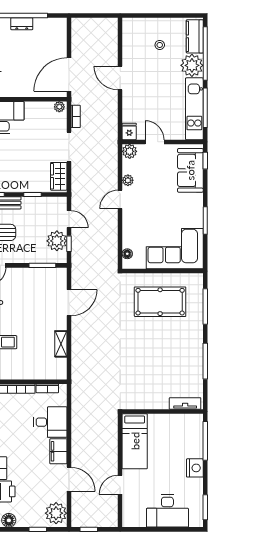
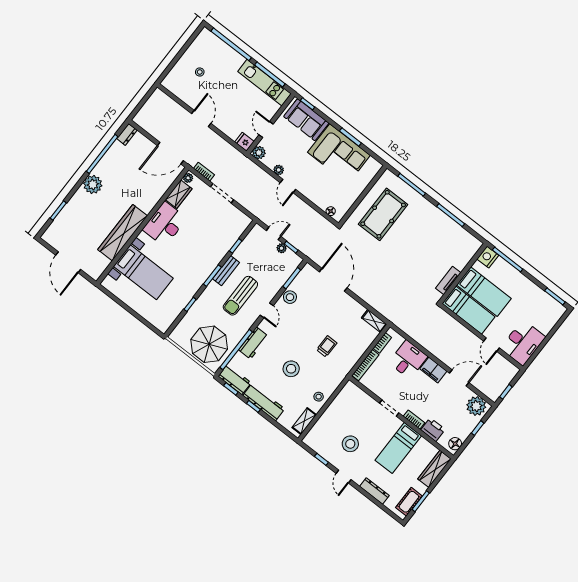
dresser: (22, 24) -> (127, 134), moved
kitchen counter: (195, 36) -> (213, 42), removed
plant: (192, 65) -> (232, 60), removed
door: (69, 74) -> (170, 153), hinge flipped
door: (120, 78) -> (201, 119), swing flipped
door: (155, 142) -> (266, 130), hinge flipped
wardrobe: (59, 176) -> (179, 194), moved, turned -90
plant: (57, 241) -> (282, 248), width x0.53, depth x0.53
corner sofa: (175, 249) -> (339, 154), moved, turned -90
stool: (25, 277) -> (290, 297), added
door: (69, 303) -> (333, 280), width x1.36
shelving: (61, 344) -> (374, 321), moved
tv unit: (185, 403) -> (448, 280), moved
bed: (161, 442) -> (484, 292), added
nightstand: (195, 468) -> (488, 257), moved, turned -90
desk: (167, 511) -> (523, 343), moved

